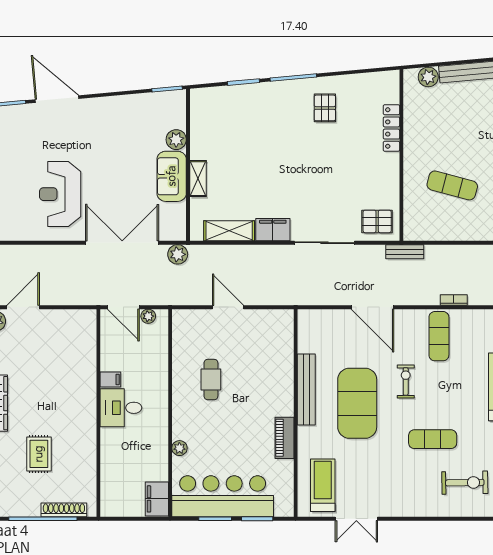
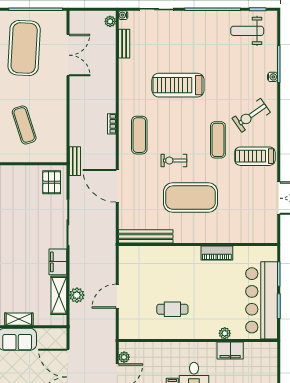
exercise mat: (452, 185) -> (24, 125), turned -33
plant: (178, 254) -> (77, 295), moved
door: (373, 307) -> (117, 186), swing flipped
exercise mat: (439, 336) -> (139, 135), turned 90
bench: (306, 389) -> (146, 236), moved
exercise bike: (465, 483) -> (251, 115), turned -124
treadmill: (323, 485) -> (255, 156), moved
filing cabinet: (157, 499) -> (230, 351), moved

